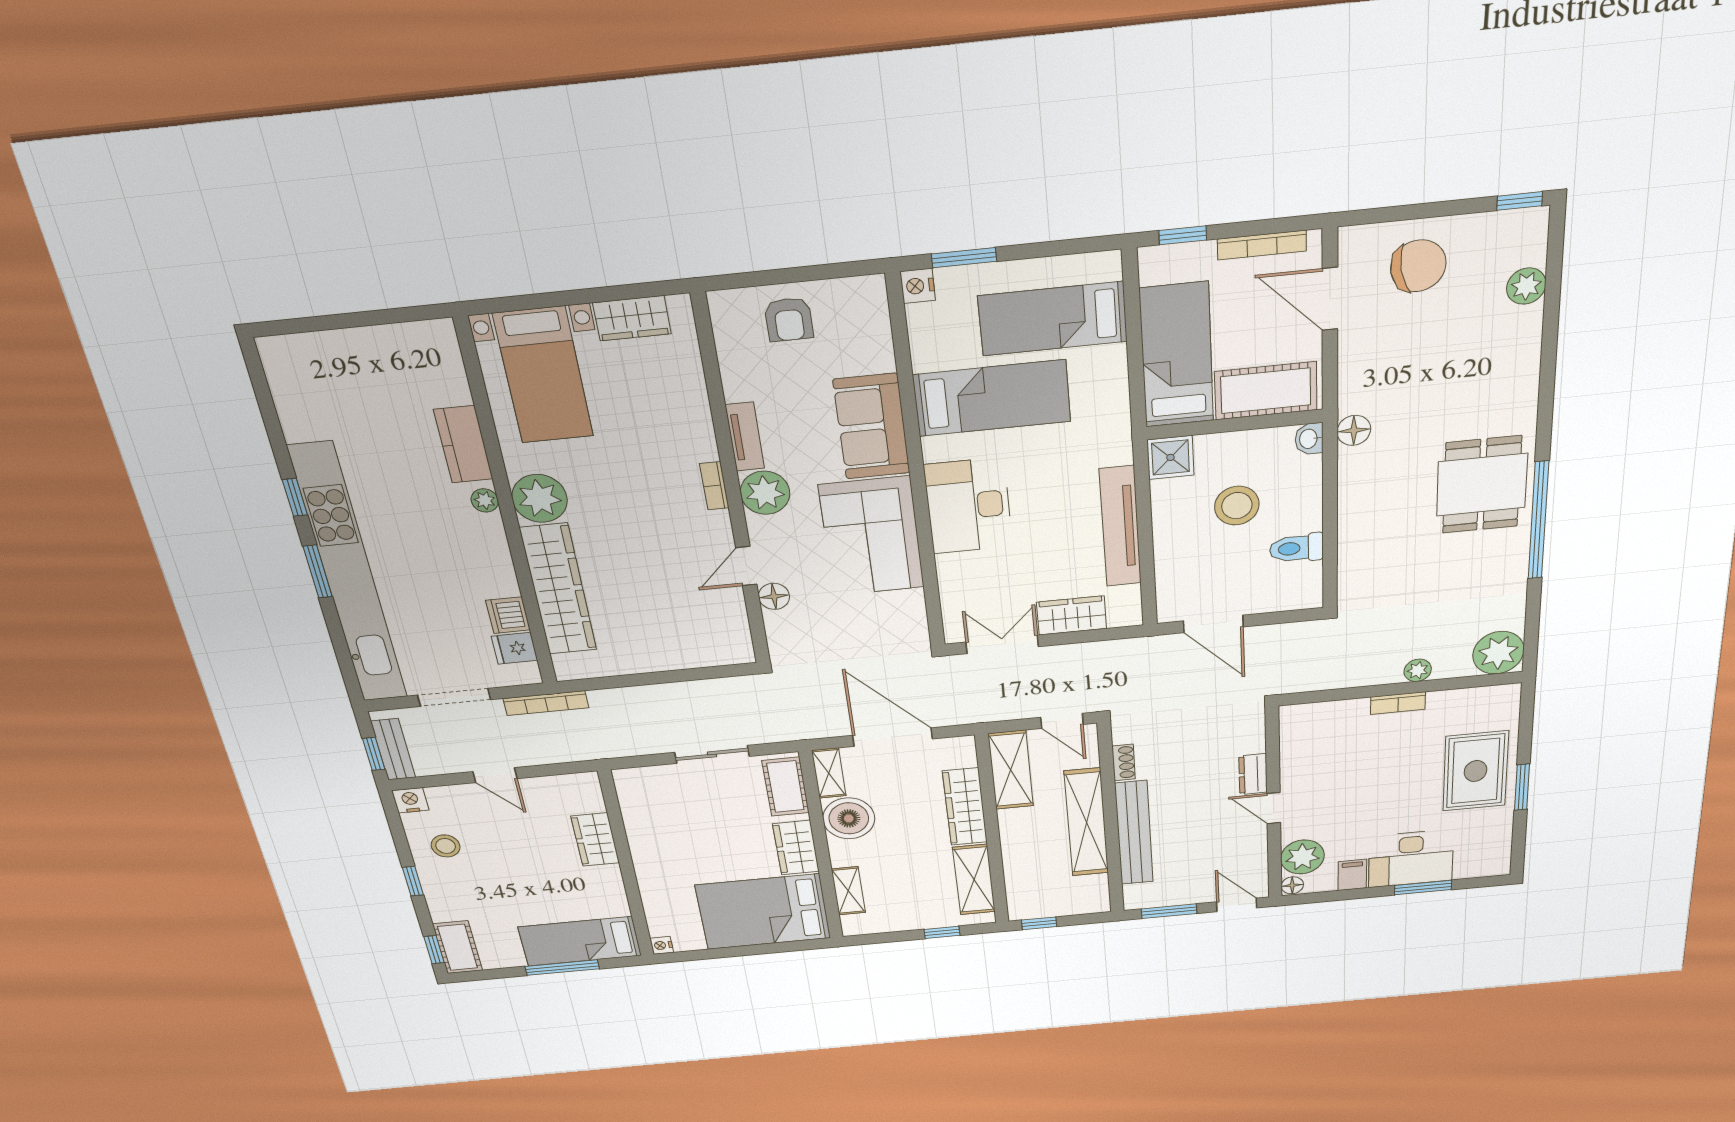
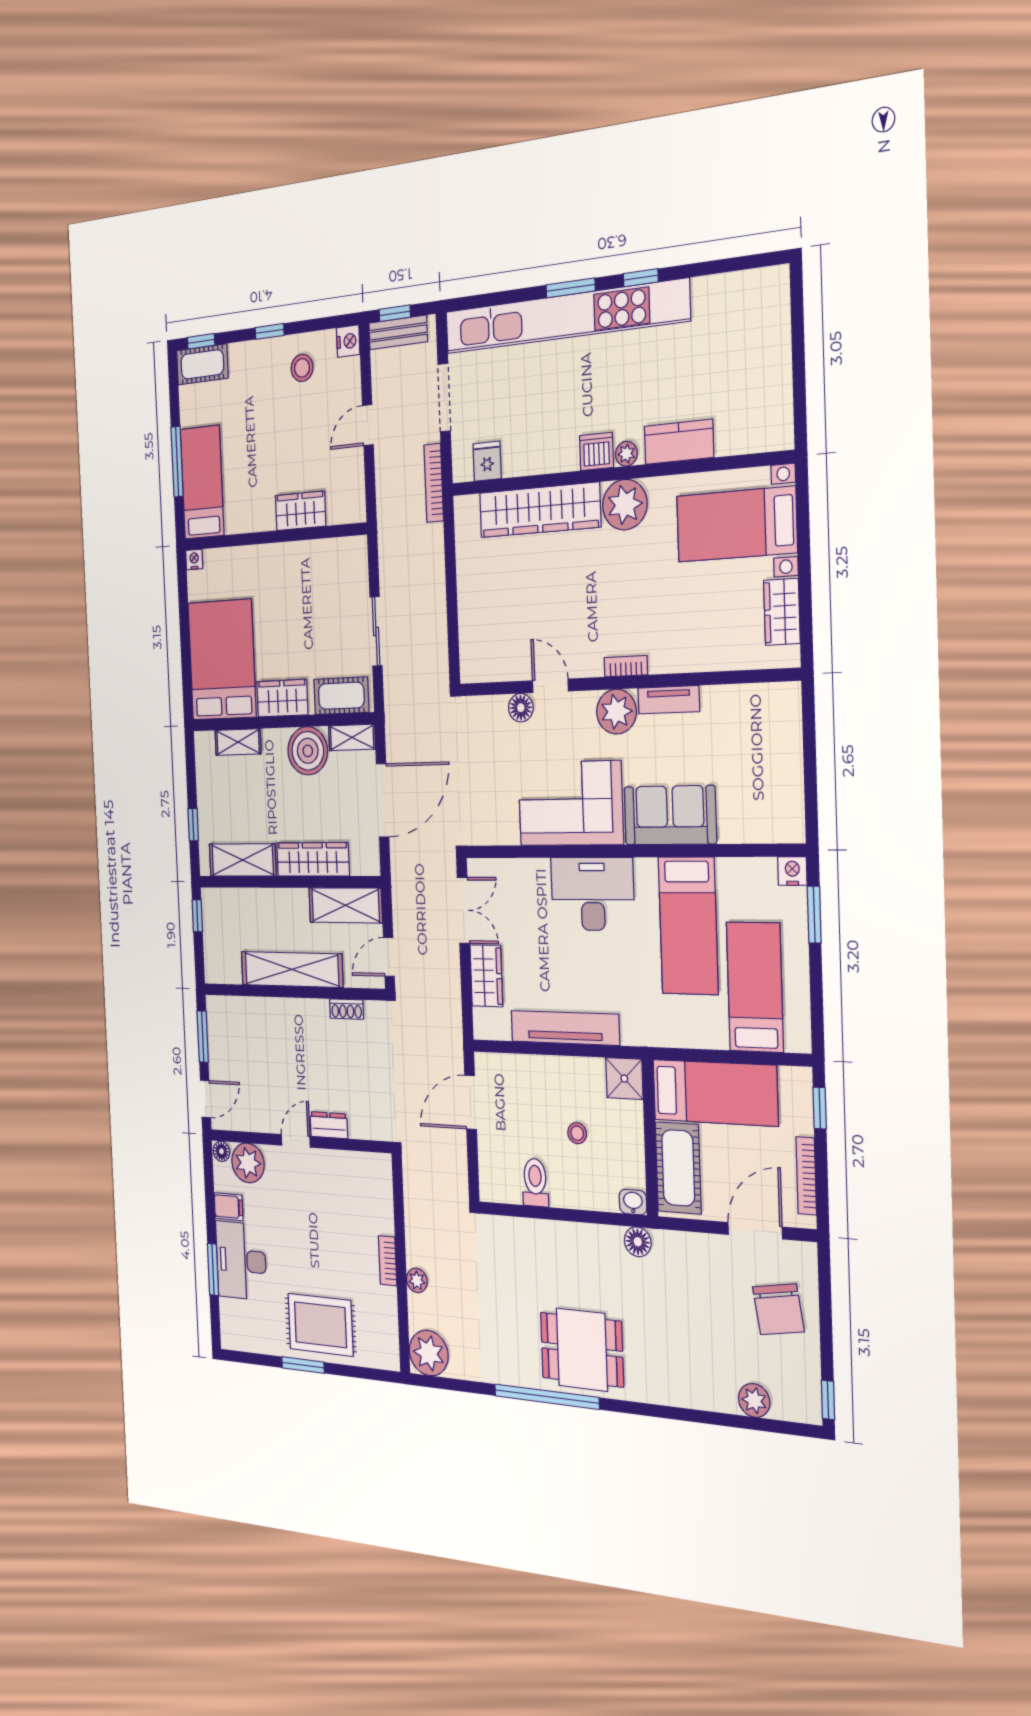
armchair: (789, 319) -> (771, 753), removed
stool: (1237, 506) -> (577, 1133), width x0.53, depth x0.53
dishwasher: (508, 615) -> (596, 452), moved
bench: (1134, 833) -> (279, 1012), removed

